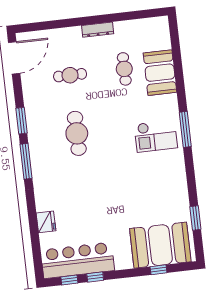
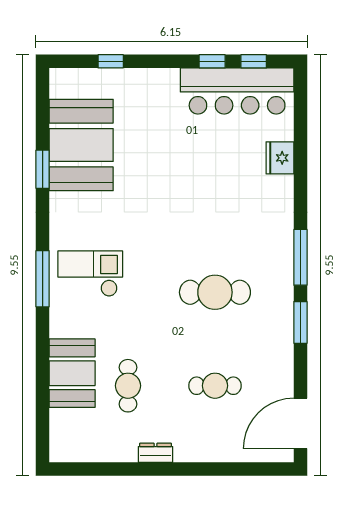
dresser: (98, 30) -> (156, 453), width x0.70
cafe table: (77, 133) -> (215, 292), turned 90
window: (195, 218) -> (43, 169), moved
booth: (160, 245) -> (81, 145), moved, turned 90

